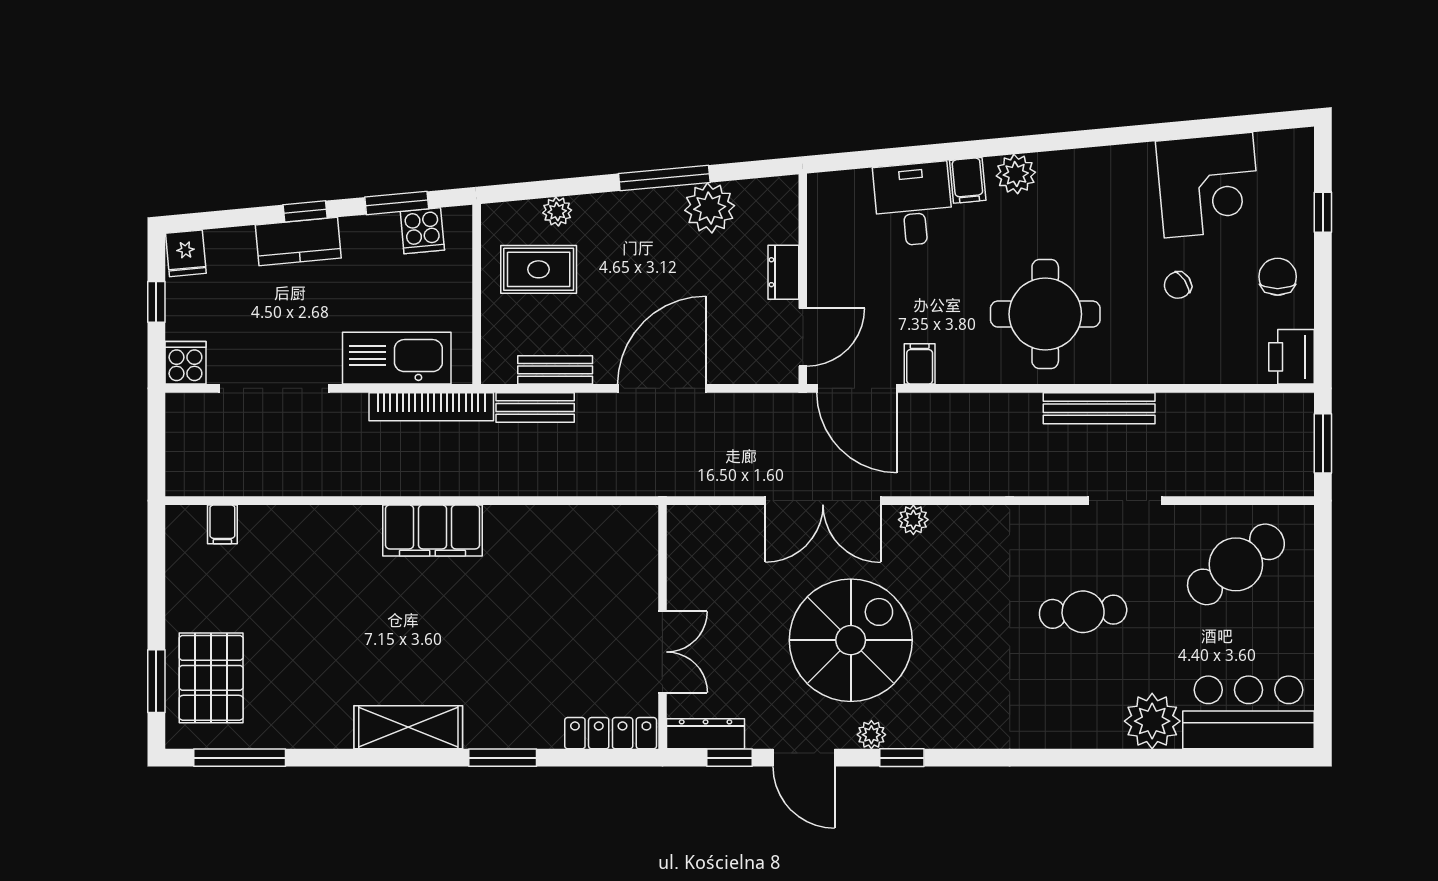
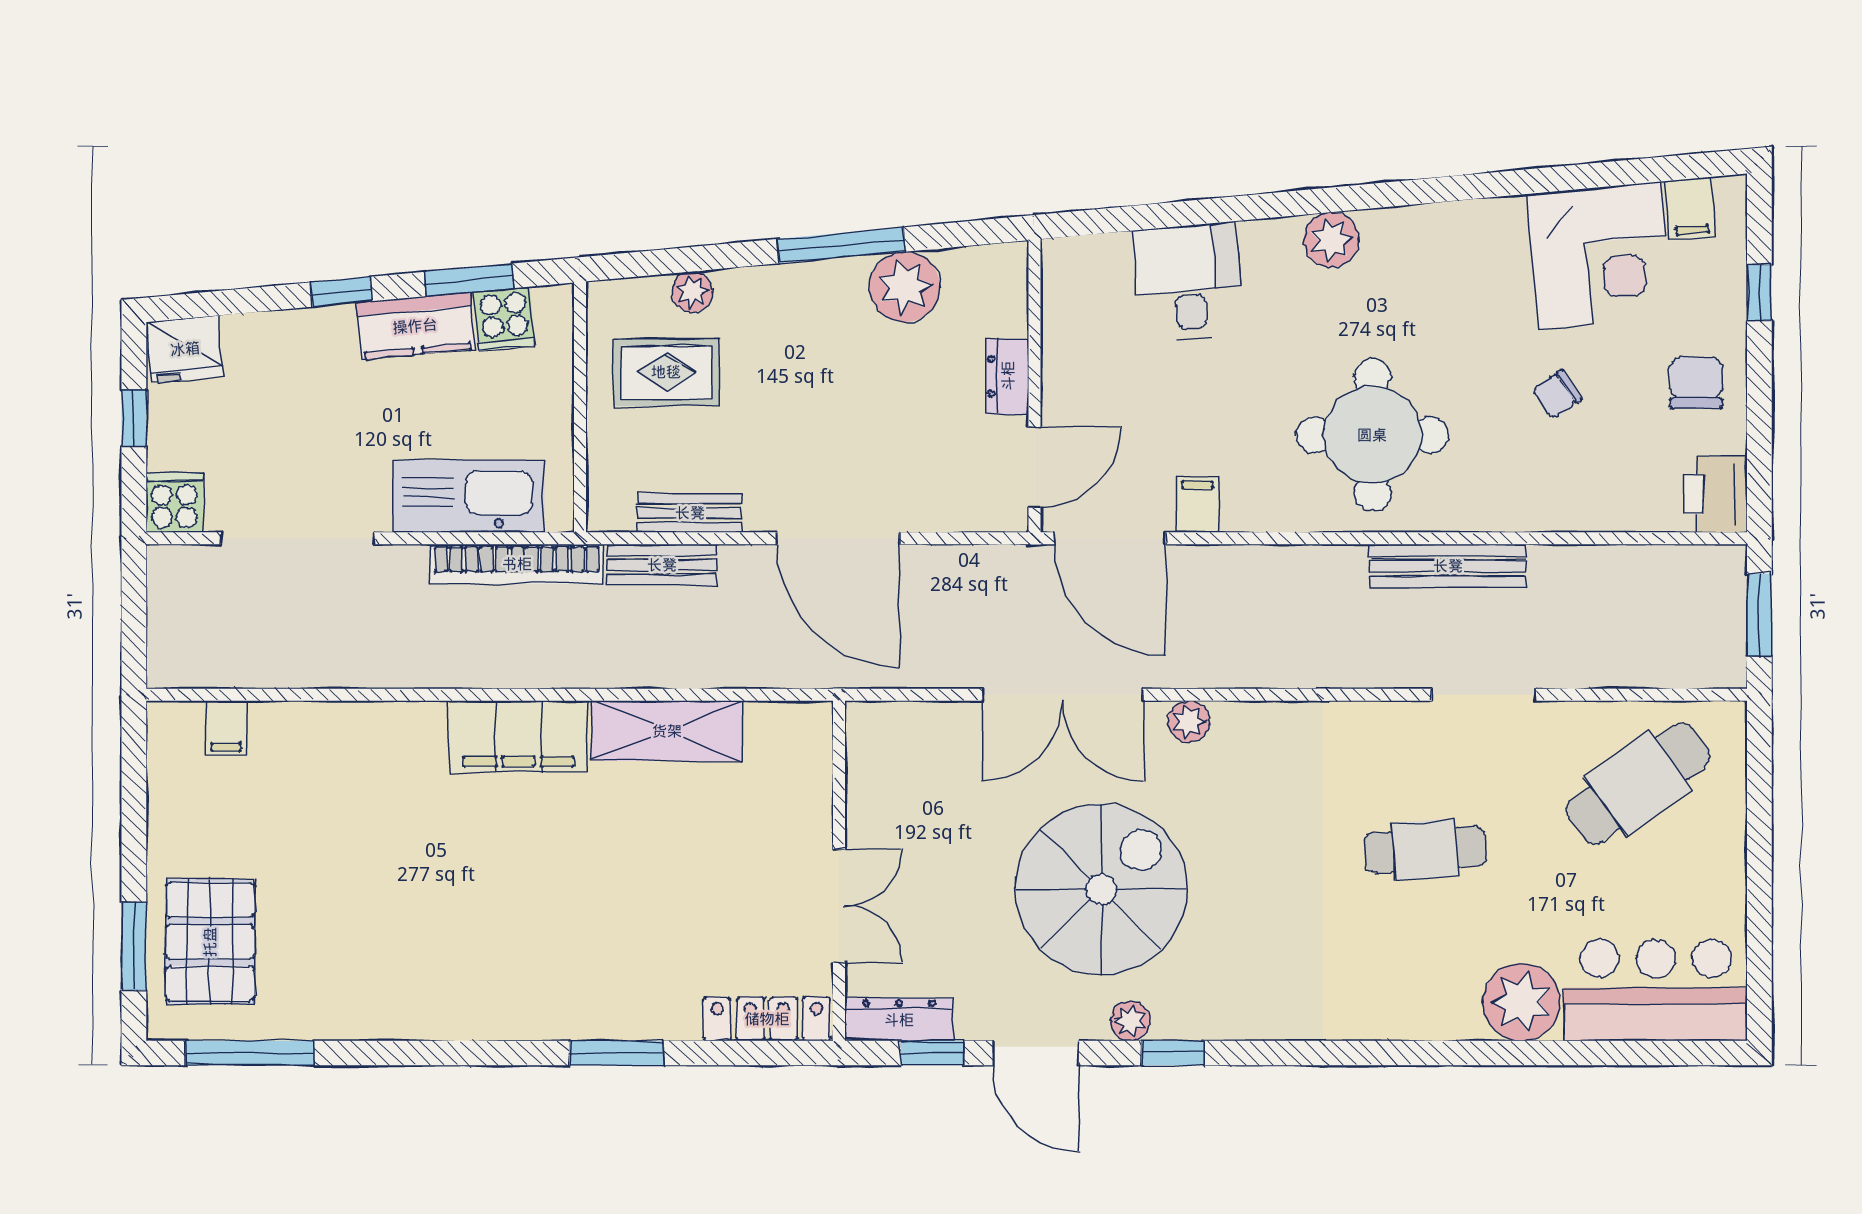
filing cabinet: (968, 180) -> (1690, 209), moved
kitchen counter: (298, 242) -> (415, 326), moved
fridge: (186, 253) -> (185, 349), width x1.38
door: (662, 388) -> (838, 538), swing flipped
shelving: (408, 727) -> (667, 731), moved

